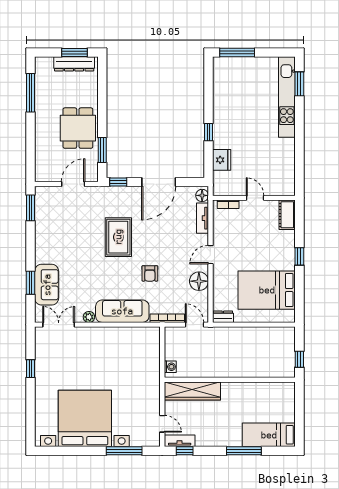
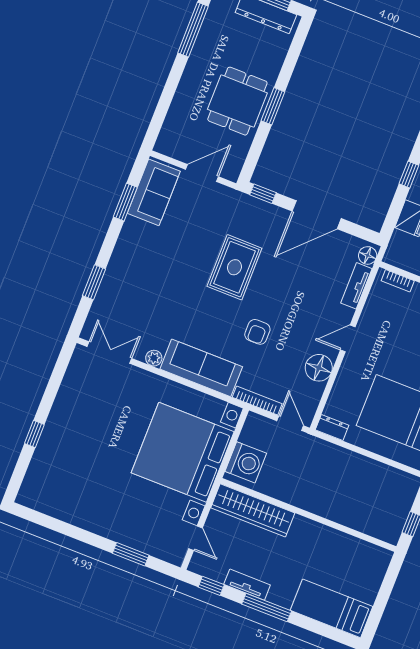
window: (102, 150) -> (273, 106), moved
window: (31, 208) -> (125, 202), moved
sofa: (47, 285) -> (154, 192), moved
washing machine: (170, 367) -> (246, 462), width x1.89, depth x1.89
window: (31, 369) -> (34, 434), moved
bed with nightstands: (85, 418) -> (183, 452), moved, turned -90
tv unit: (180, 441) -> (247, 585), moved
window: (124, 451) -> (131, 554), width x0.69
window: (244, 451) -> (267, 608), moved

